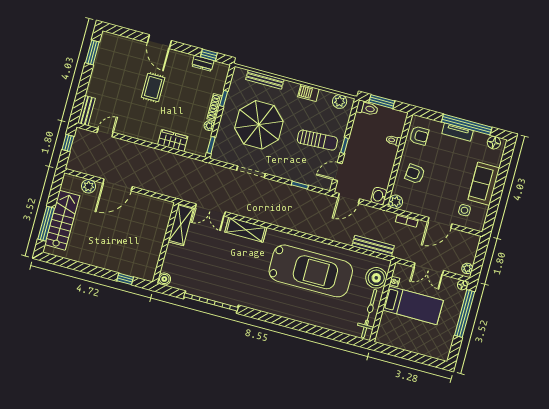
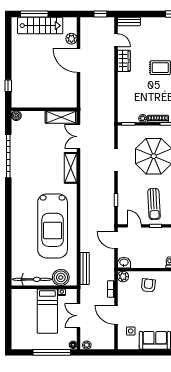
wardrobe: (173, 141) -> (124, 61), moved

